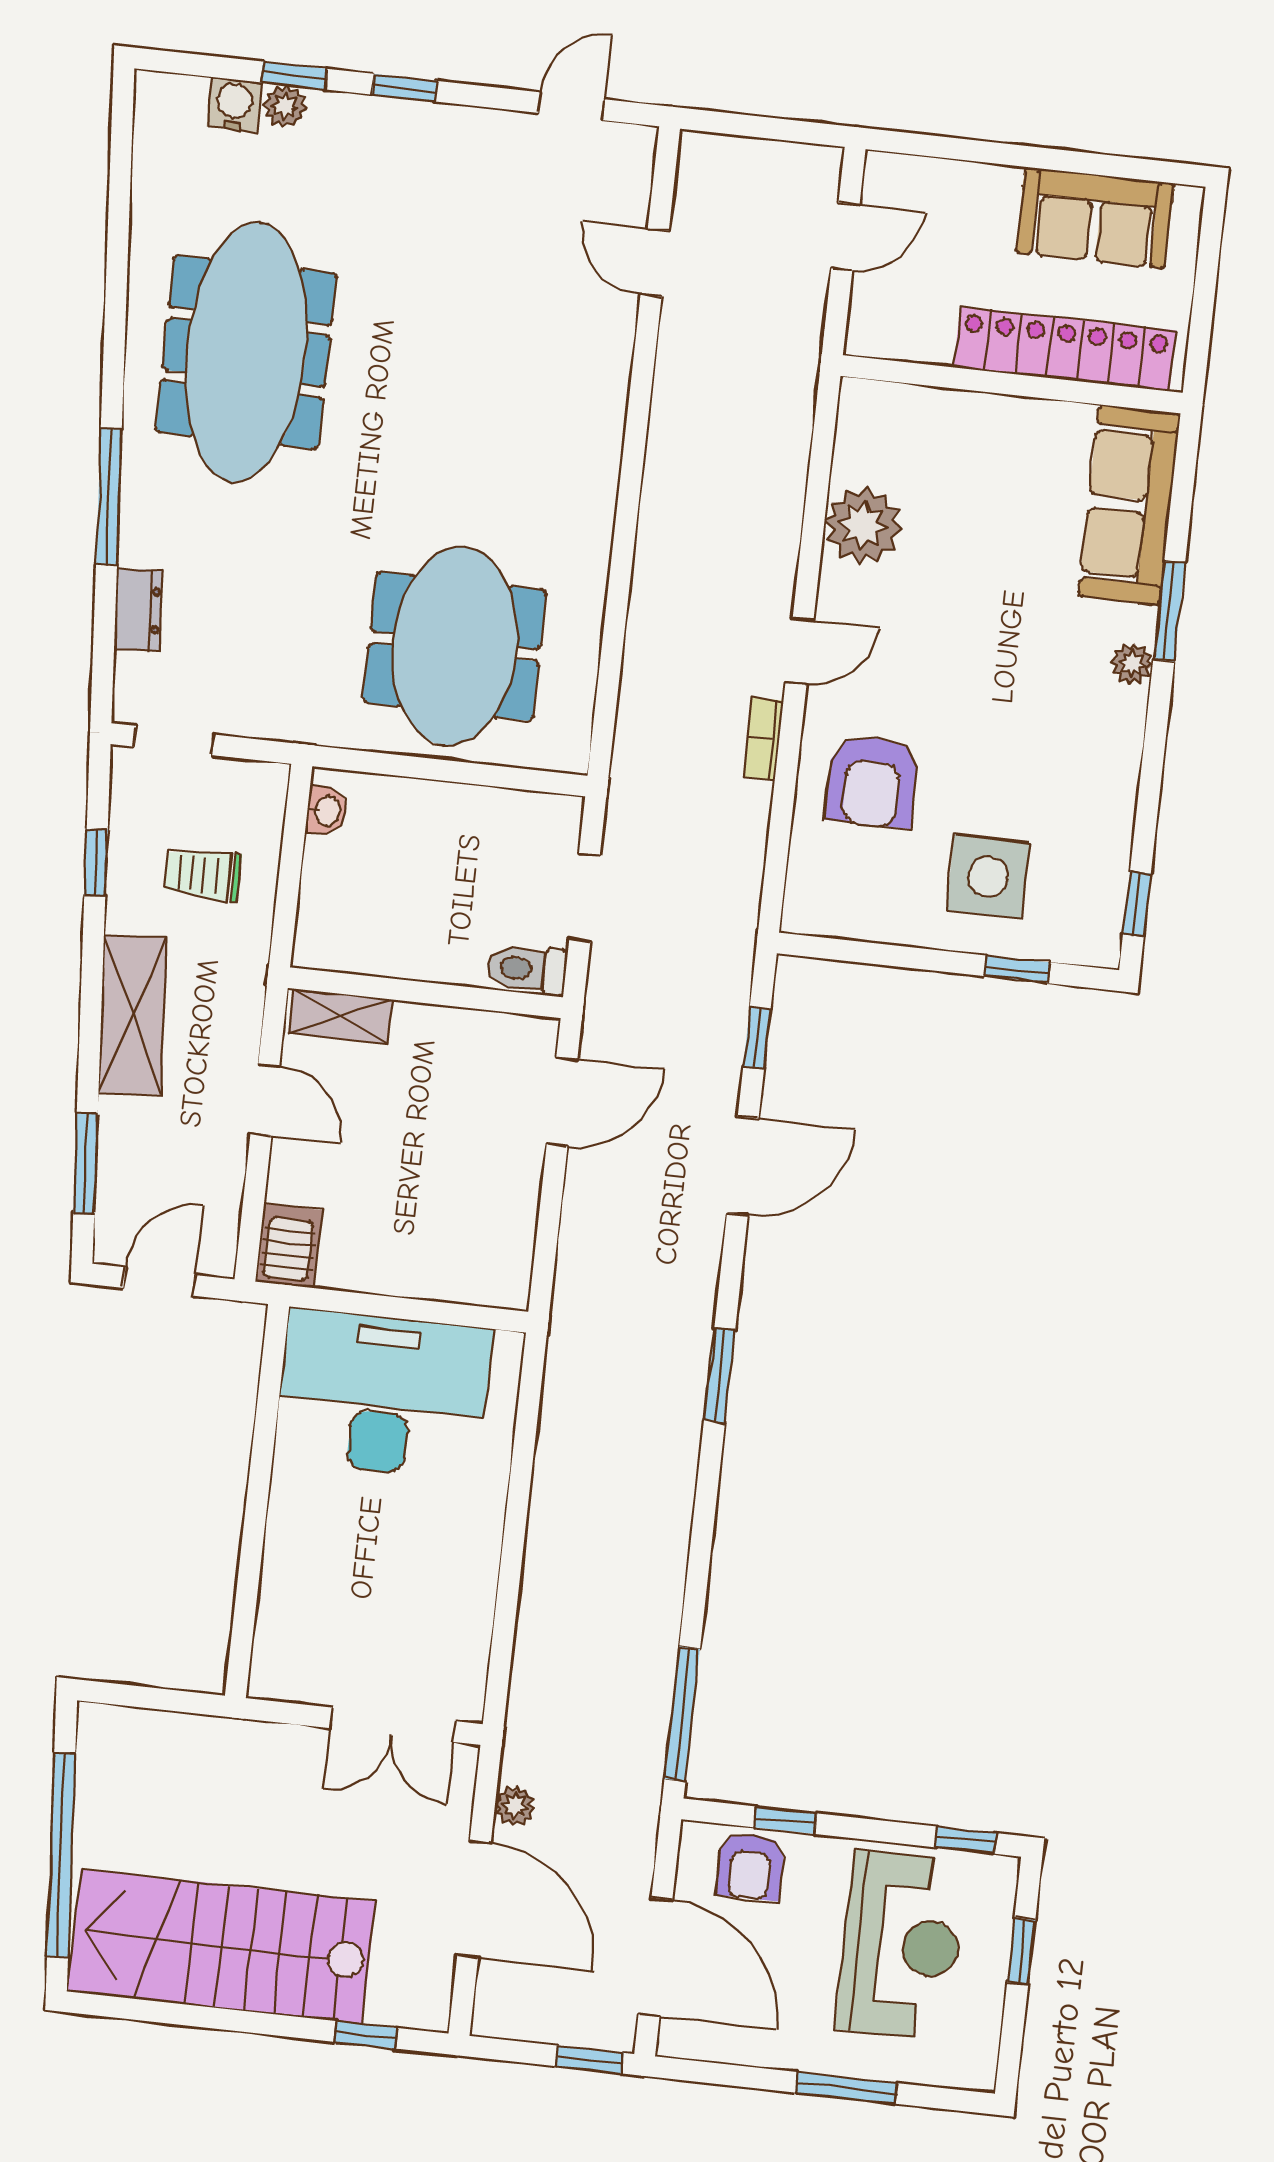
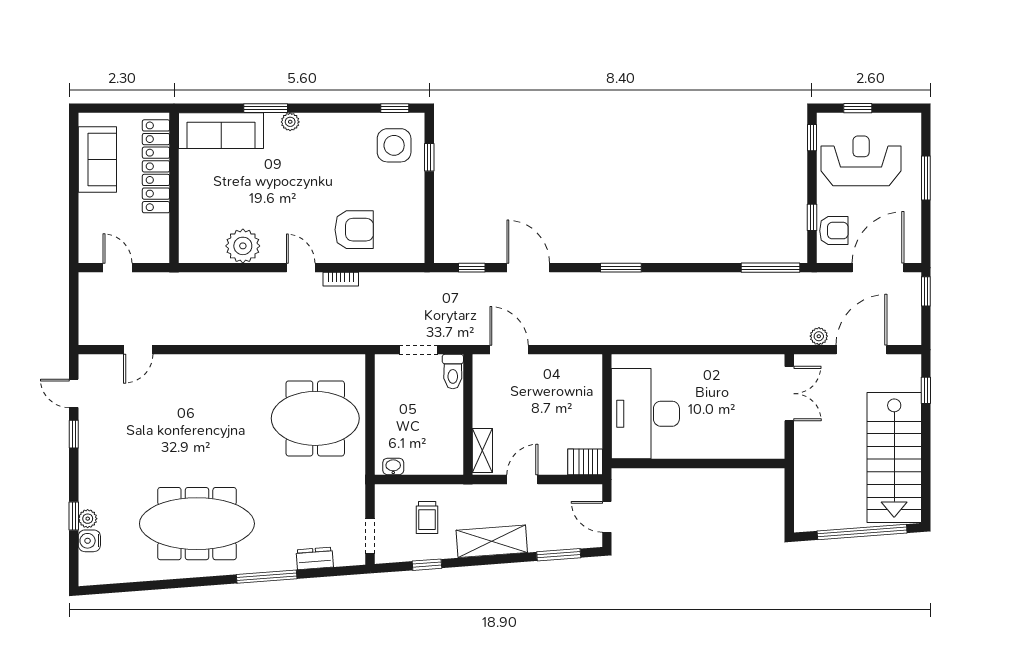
window: (404, 88) -> (74, 434), moved
side table: (988, 876) -> (394, 145), moved

